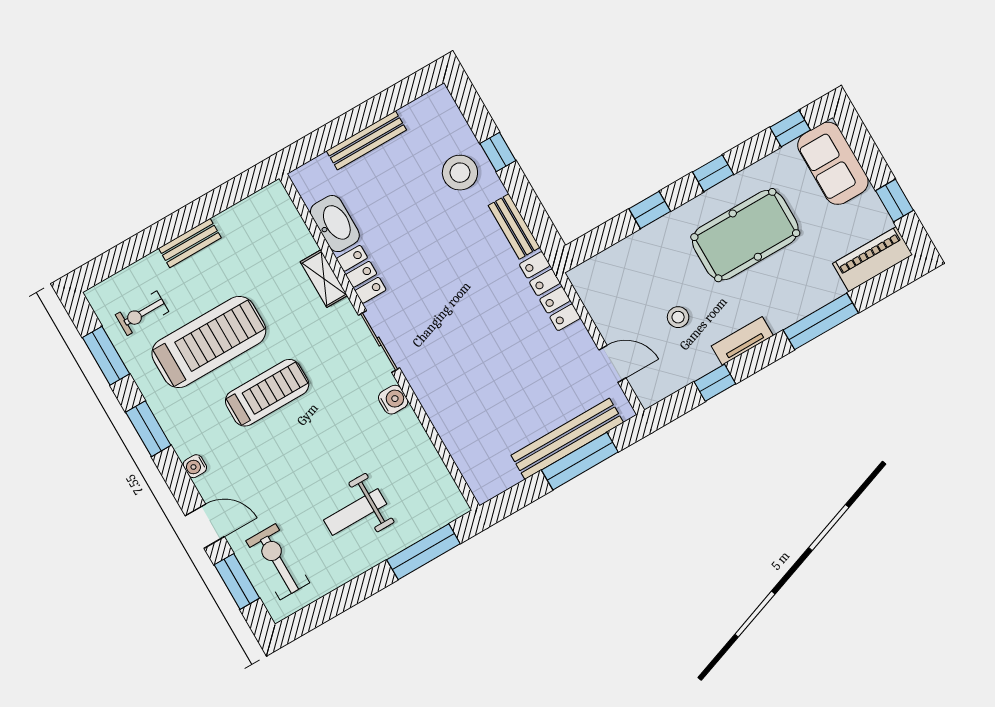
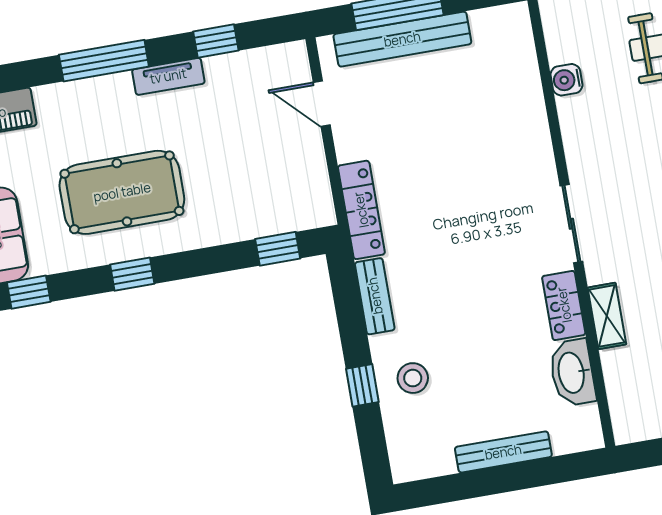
stool: (460, 173) -> (413, 378), width x0.73, depth x0.73
window: (650, 210) -> (278, 249), moved
stool: (678, 317) -> (230, 129), removed
window: (821, 321) -> (104, 61), moved
water cooler: (393, 400) -> (566, 80), moved

